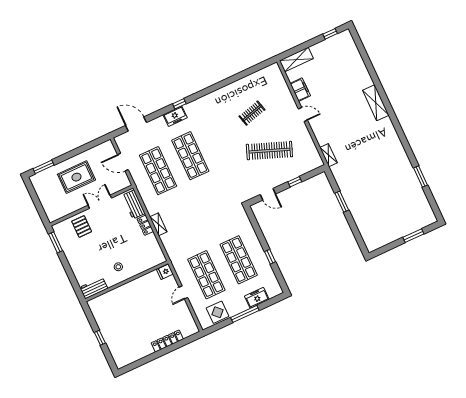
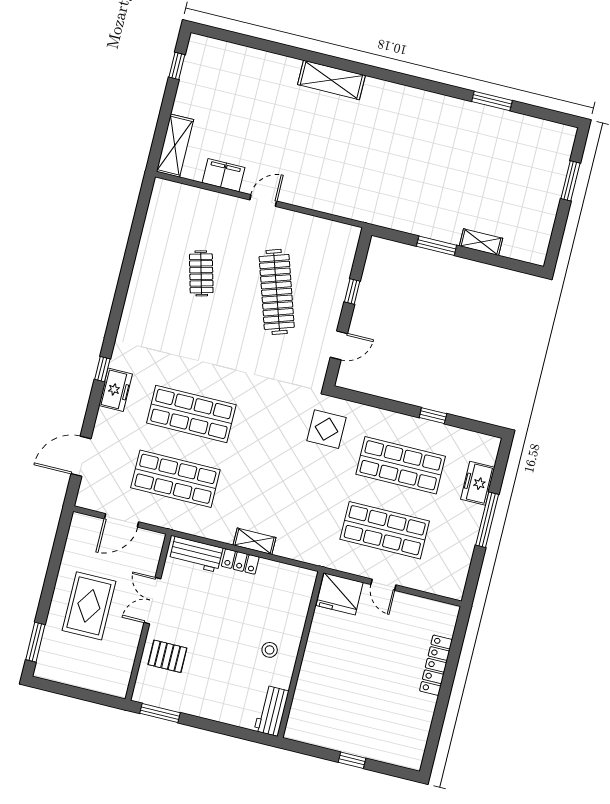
clothes rail: (269, 151) -> (277, 292), turned -39
shelving: (329, 155) -> (481, 242), moved
fridge: (165, 272) -> (340, 594), width x1.88, depth x1.34
display table: (218, 312) -> (327, 429), moved

